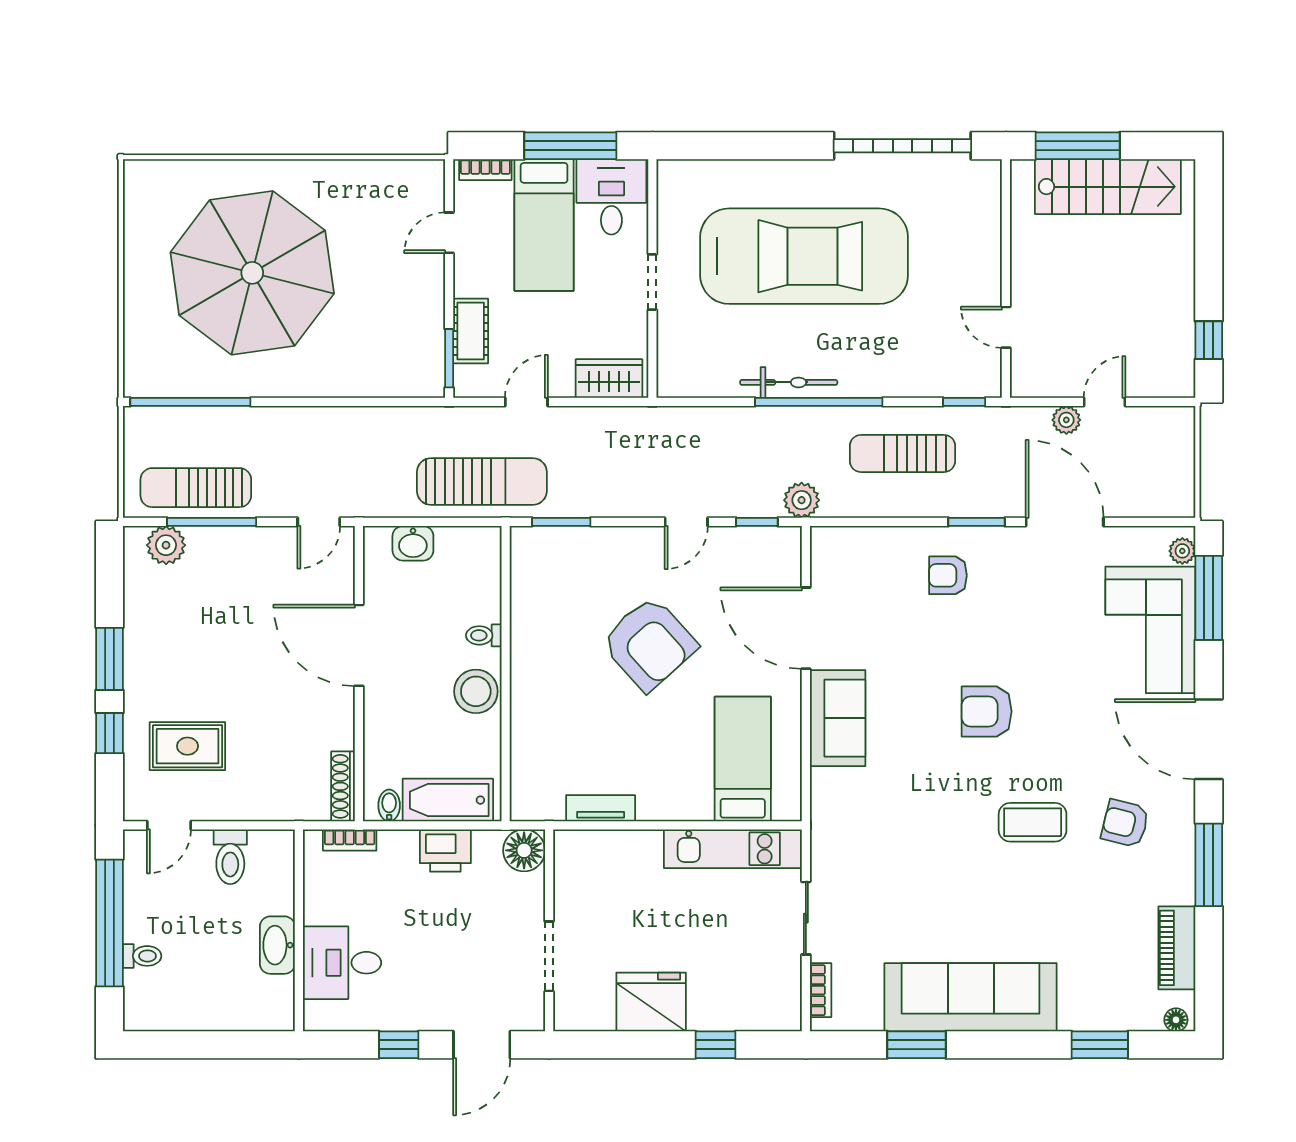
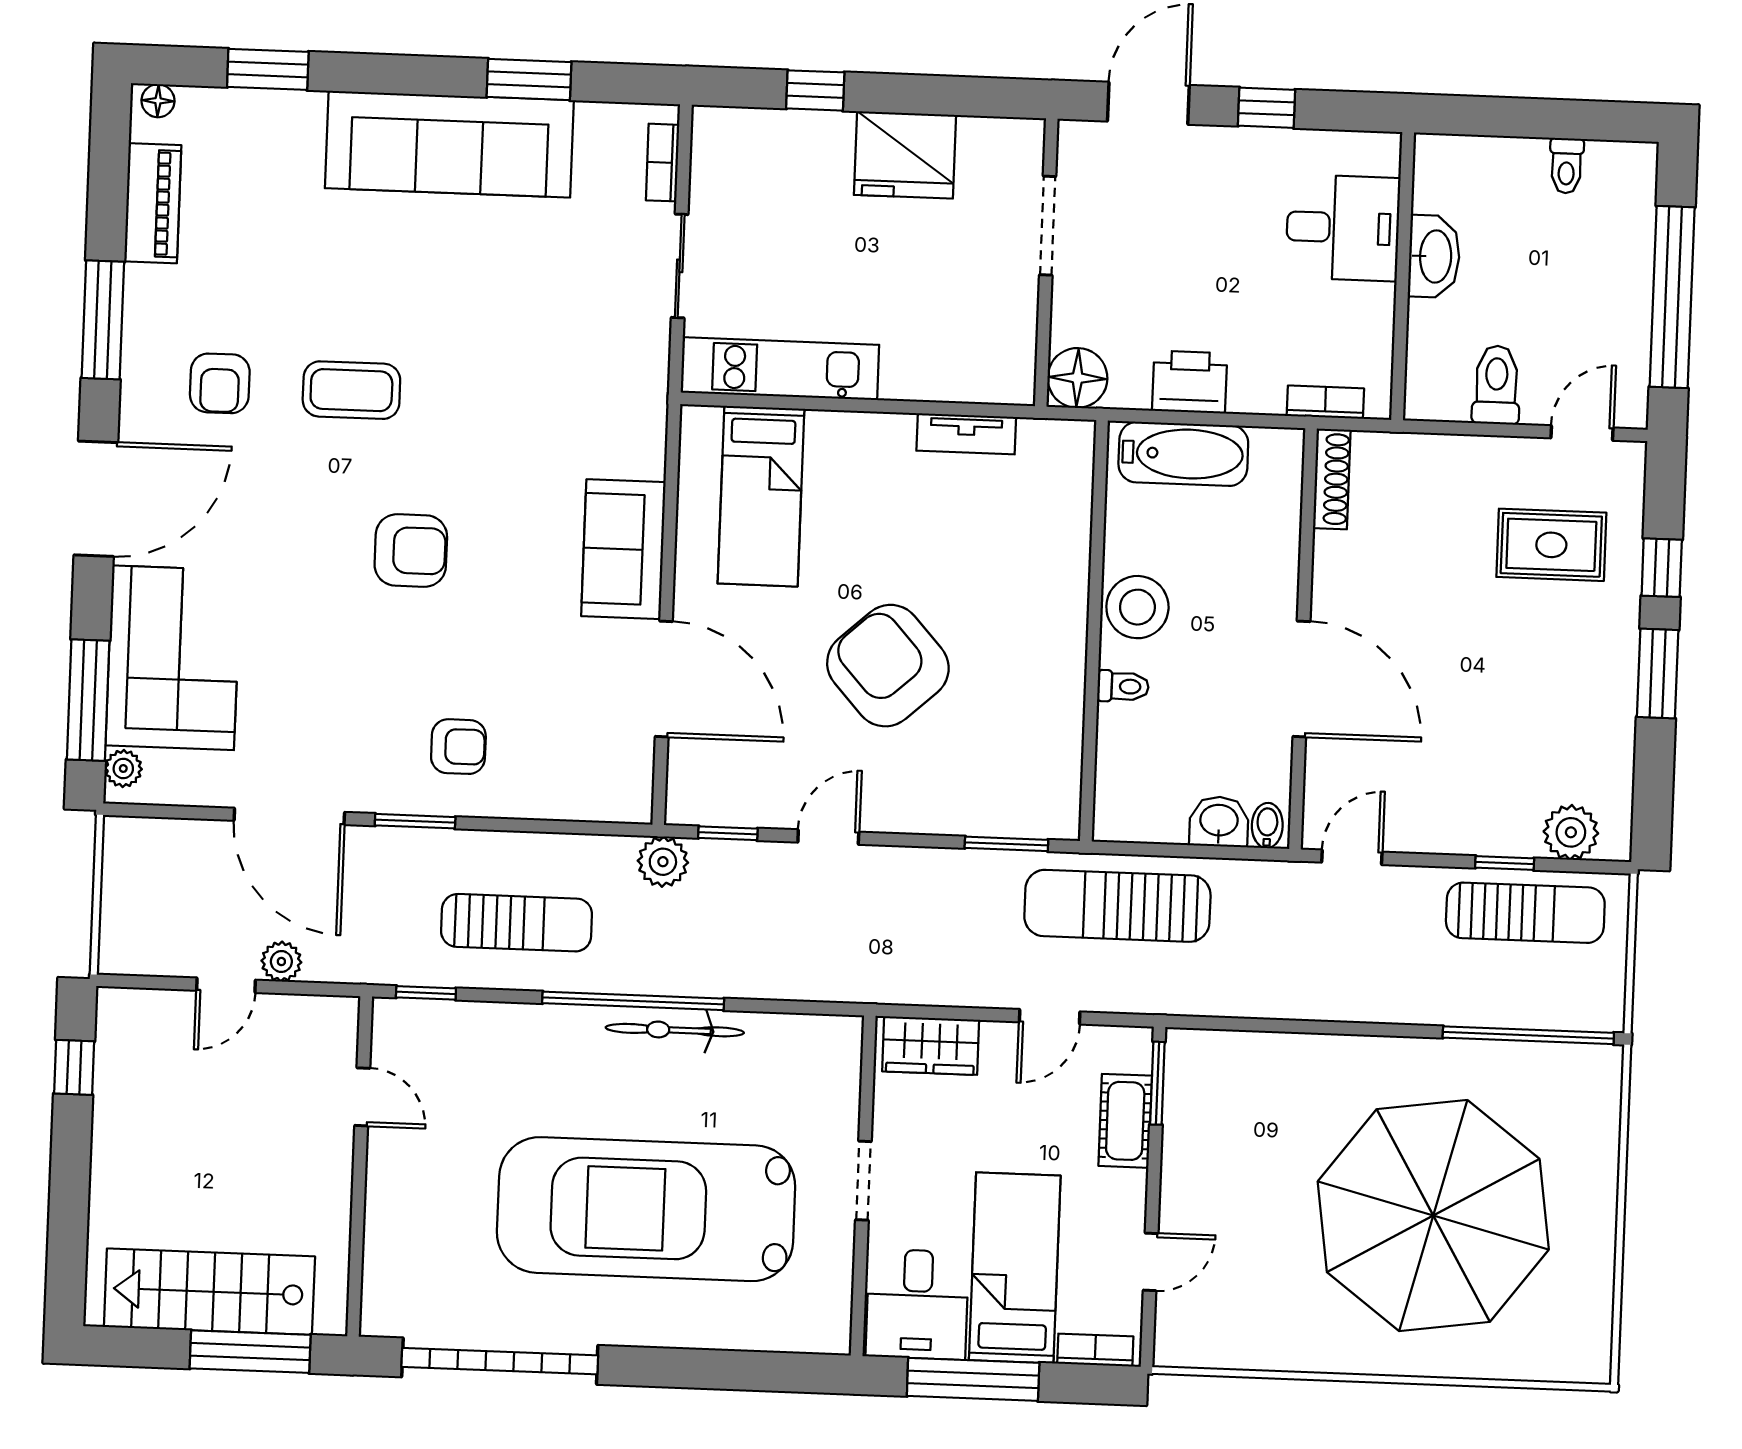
window: (212, 522) -> (1505, 863), width x0.46
door: (1209, 739) -> (96, 499), hinge flipped
bidet: (389, 805) -> (1267, 826), moved, turned 180
armchair: (1125, 823) -> (220, 383), turned 76
toilet: (142, 956) -> (1566, 166), moved, turned -90

